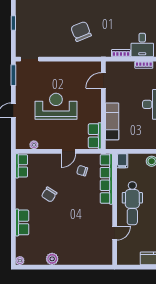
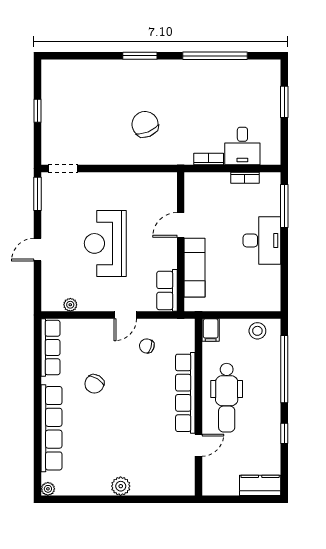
door: (103, 80) -> (181, 225), moved
reception desk: (56, 106) -> (105, 243), turned -90
row of seats: (22, 166) -> (50, 348), width x1.48
row of seats: (106, 179) -> (185, 393), moved
row of seats: (22, 222) -> (51, 428), width x2.02
plant: (52, 259) -> (121, 486), moved

